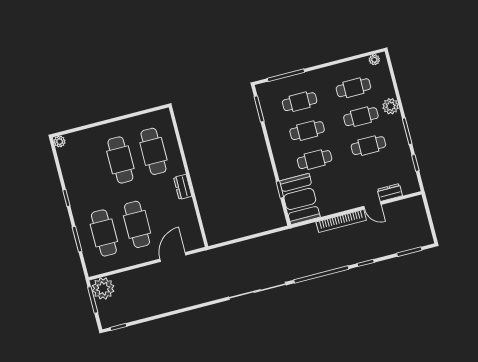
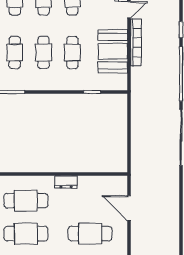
booth: (300, 199) -> (113, 51), moved, turned 90

